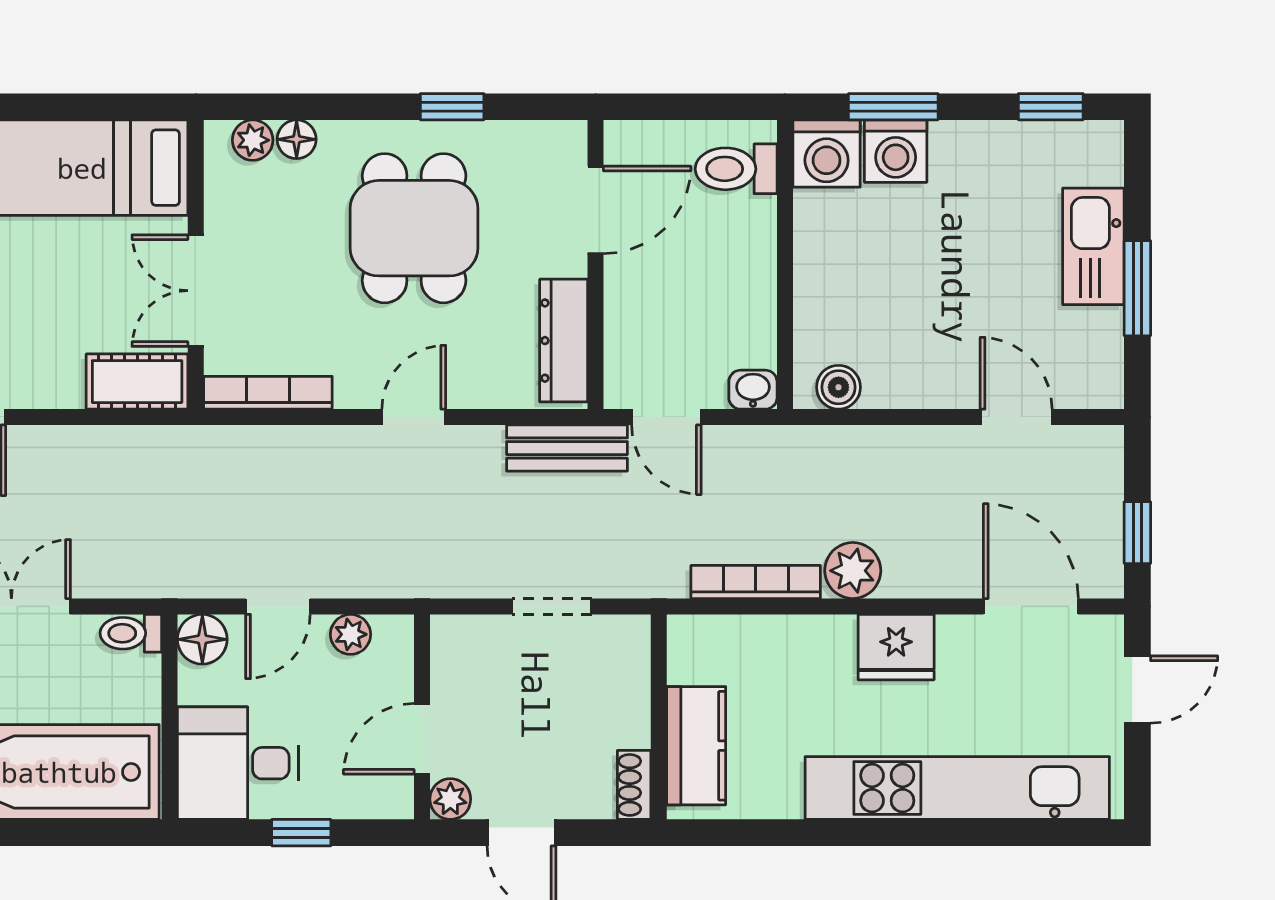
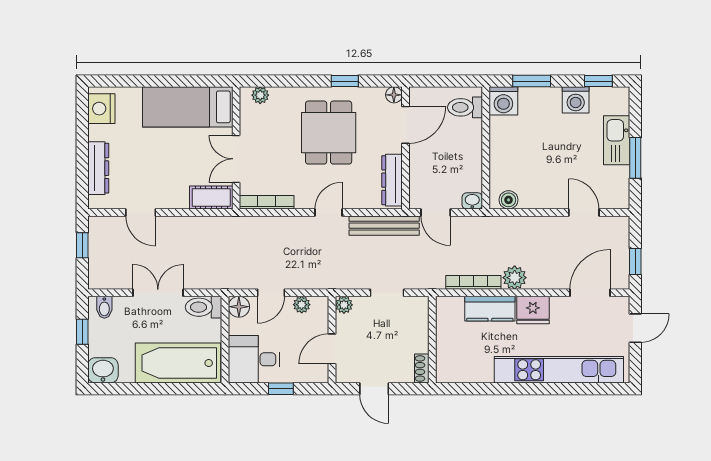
floor lamp: (297, 139) -> (394, 95), moved
washing machine: (896, 151) -> (576, 100), moved
bench: (567, 448) -> (384, 226), width x1.36
door: (1031, 606) -> (590, 293), hinge flipped
toilet: (131, 633) -> (204, 307), width x1.37, depth x1.39
kitchen counter: (696, 746) -> (490, 309), moved, turned 90
plant: (450, 799) -> (344, 305), moved

